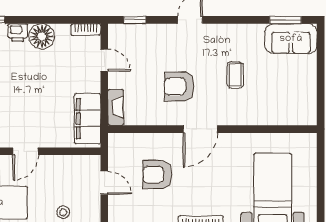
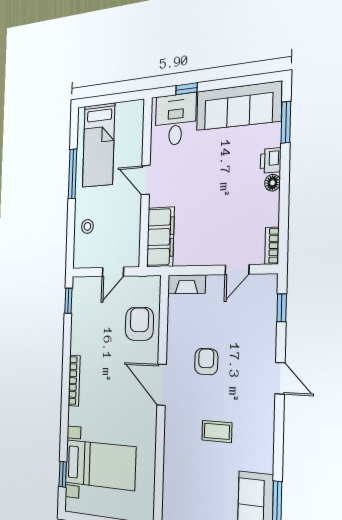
floor lamp: (42, 36) -> (273, 183), width x0.53, depth x0.53
armchair: (179, 87) -> (206, 362), width x0.72, depth x0.72
filing cabinet: (87, 119) -> (160, 237), moved, turned 90
armchair: (157, 175) -> (139, 324), moved

